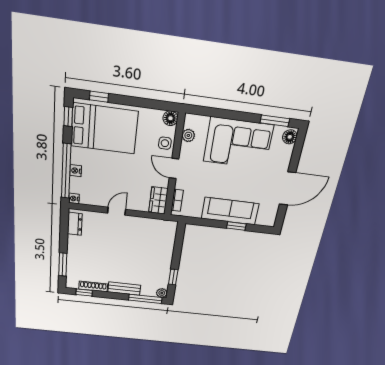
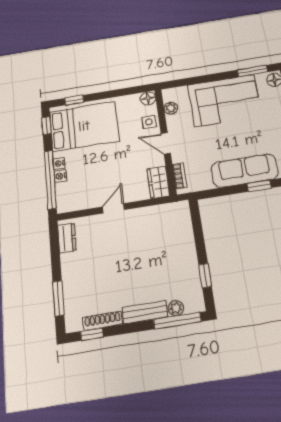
nightstand: (74, 199) -> (59, 163), moved
plant: (162, 293) -> (176, 308), moved

